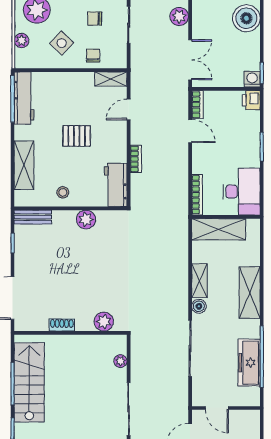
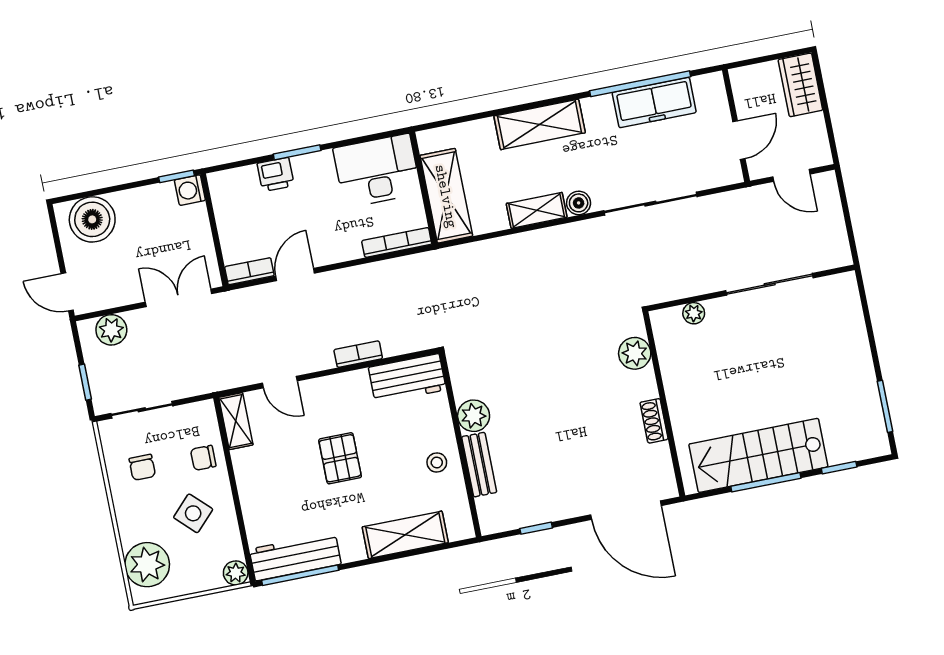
plant: (22, 41) -> (236, 573), moved
printer: (251, 100) -> (276, 174), moved
bench: (33, 217) -> (479, 465), moved

